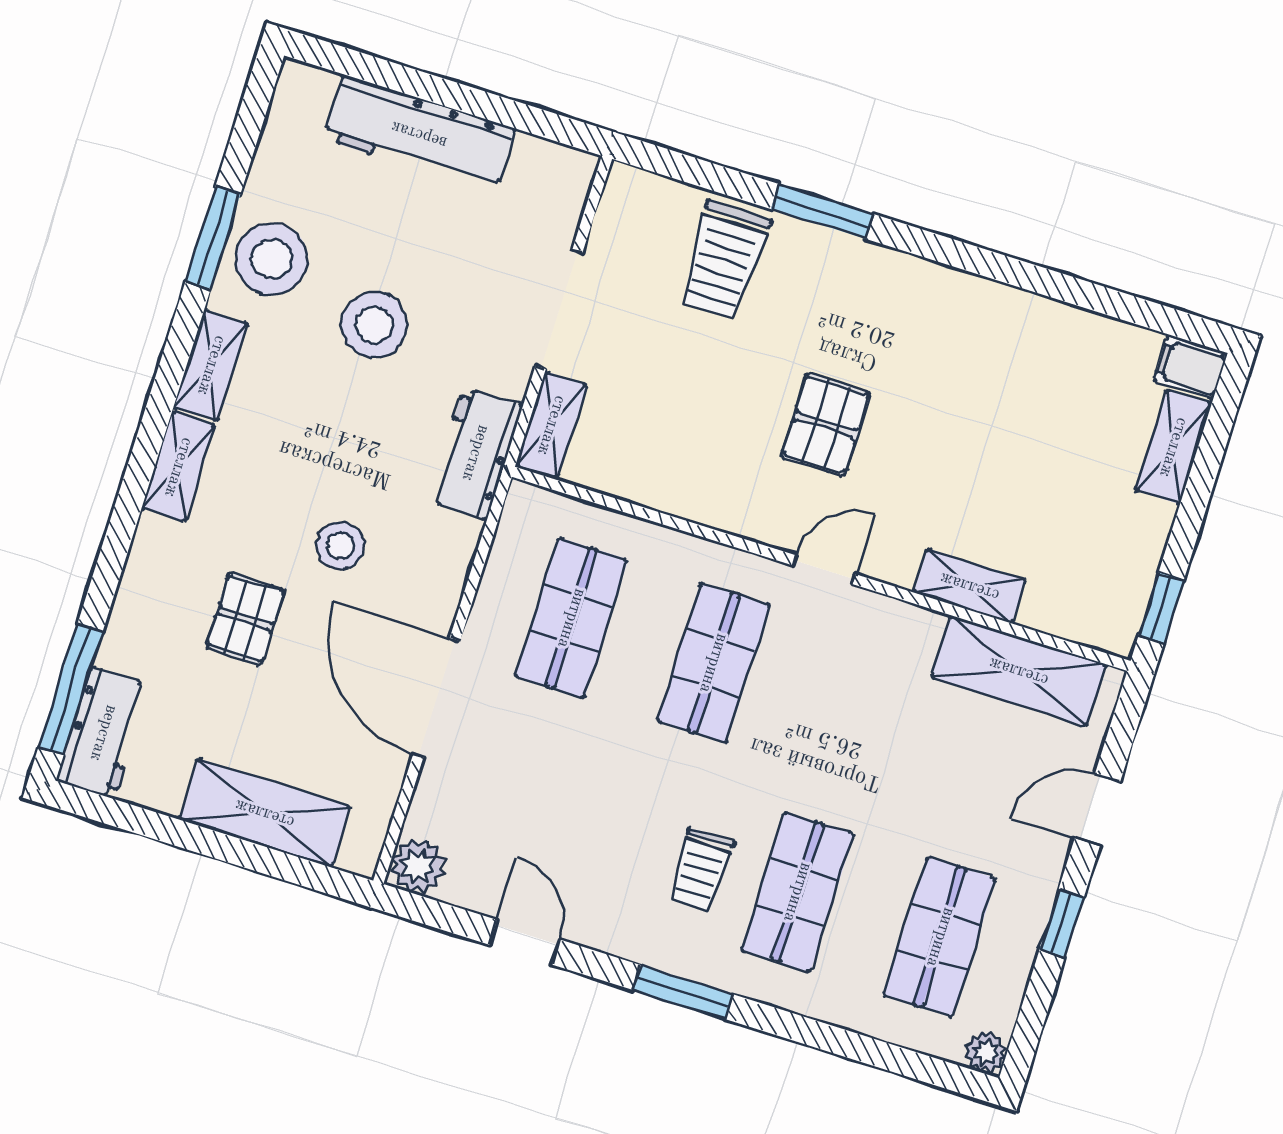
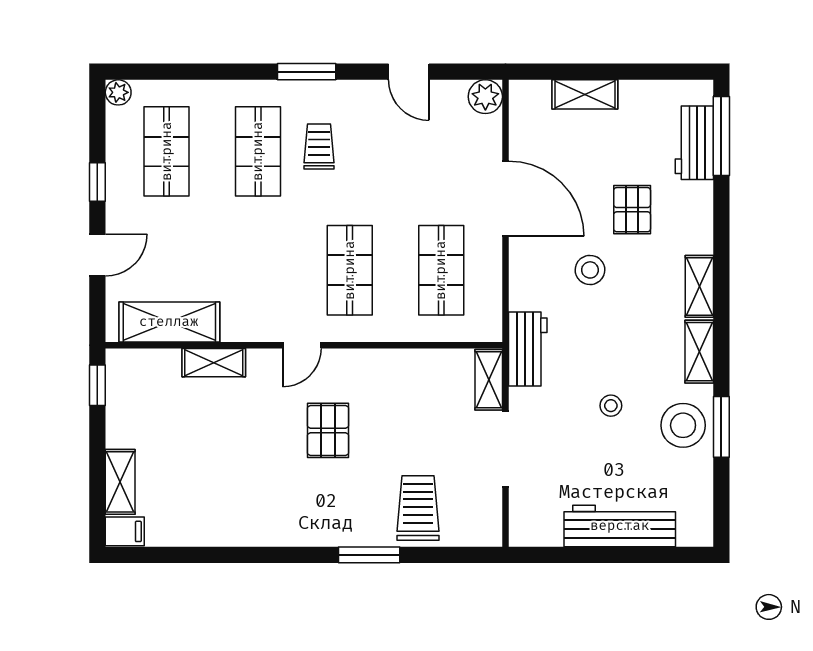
stool: (374, 325) -> (611, 406), width x0.53, depth x0.53
workbench: (103, 733) -> (694, 143), moved
shelving: (265, 813) -> (585, 94), width x0.67, depth x0.75

